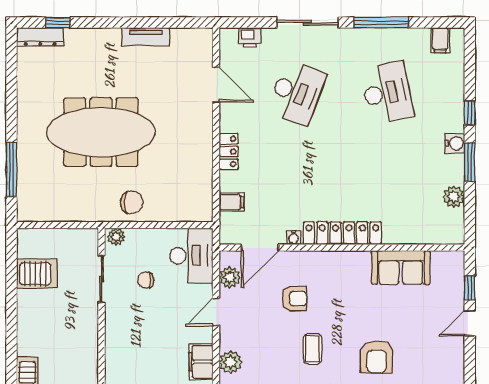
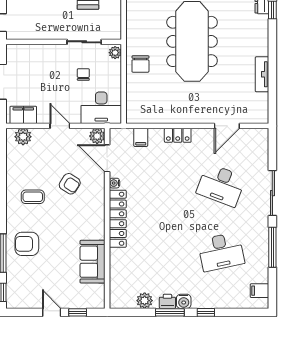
printer: (250, 37) -> (167, 301), moved, turned 90
plant: (230, 278) -> (97, 136), moved
armchair: (295, 299) -> (70, 184), turned -57

